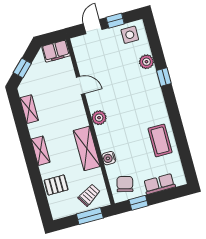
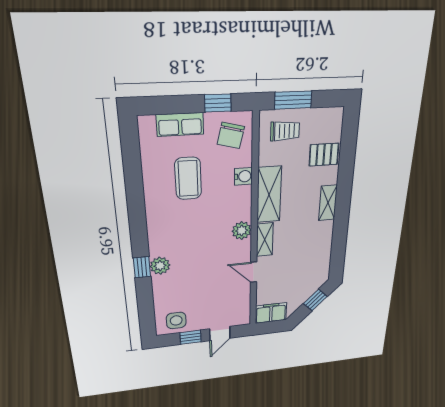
plant: (146, 62) -> (160, 266), moved
shelving: (29, 109) -> (265, 240), moved
coffee table: (160, 140) -> (188, 178), moved
trolley: (89, 195) -> (285, 131), turned -148

